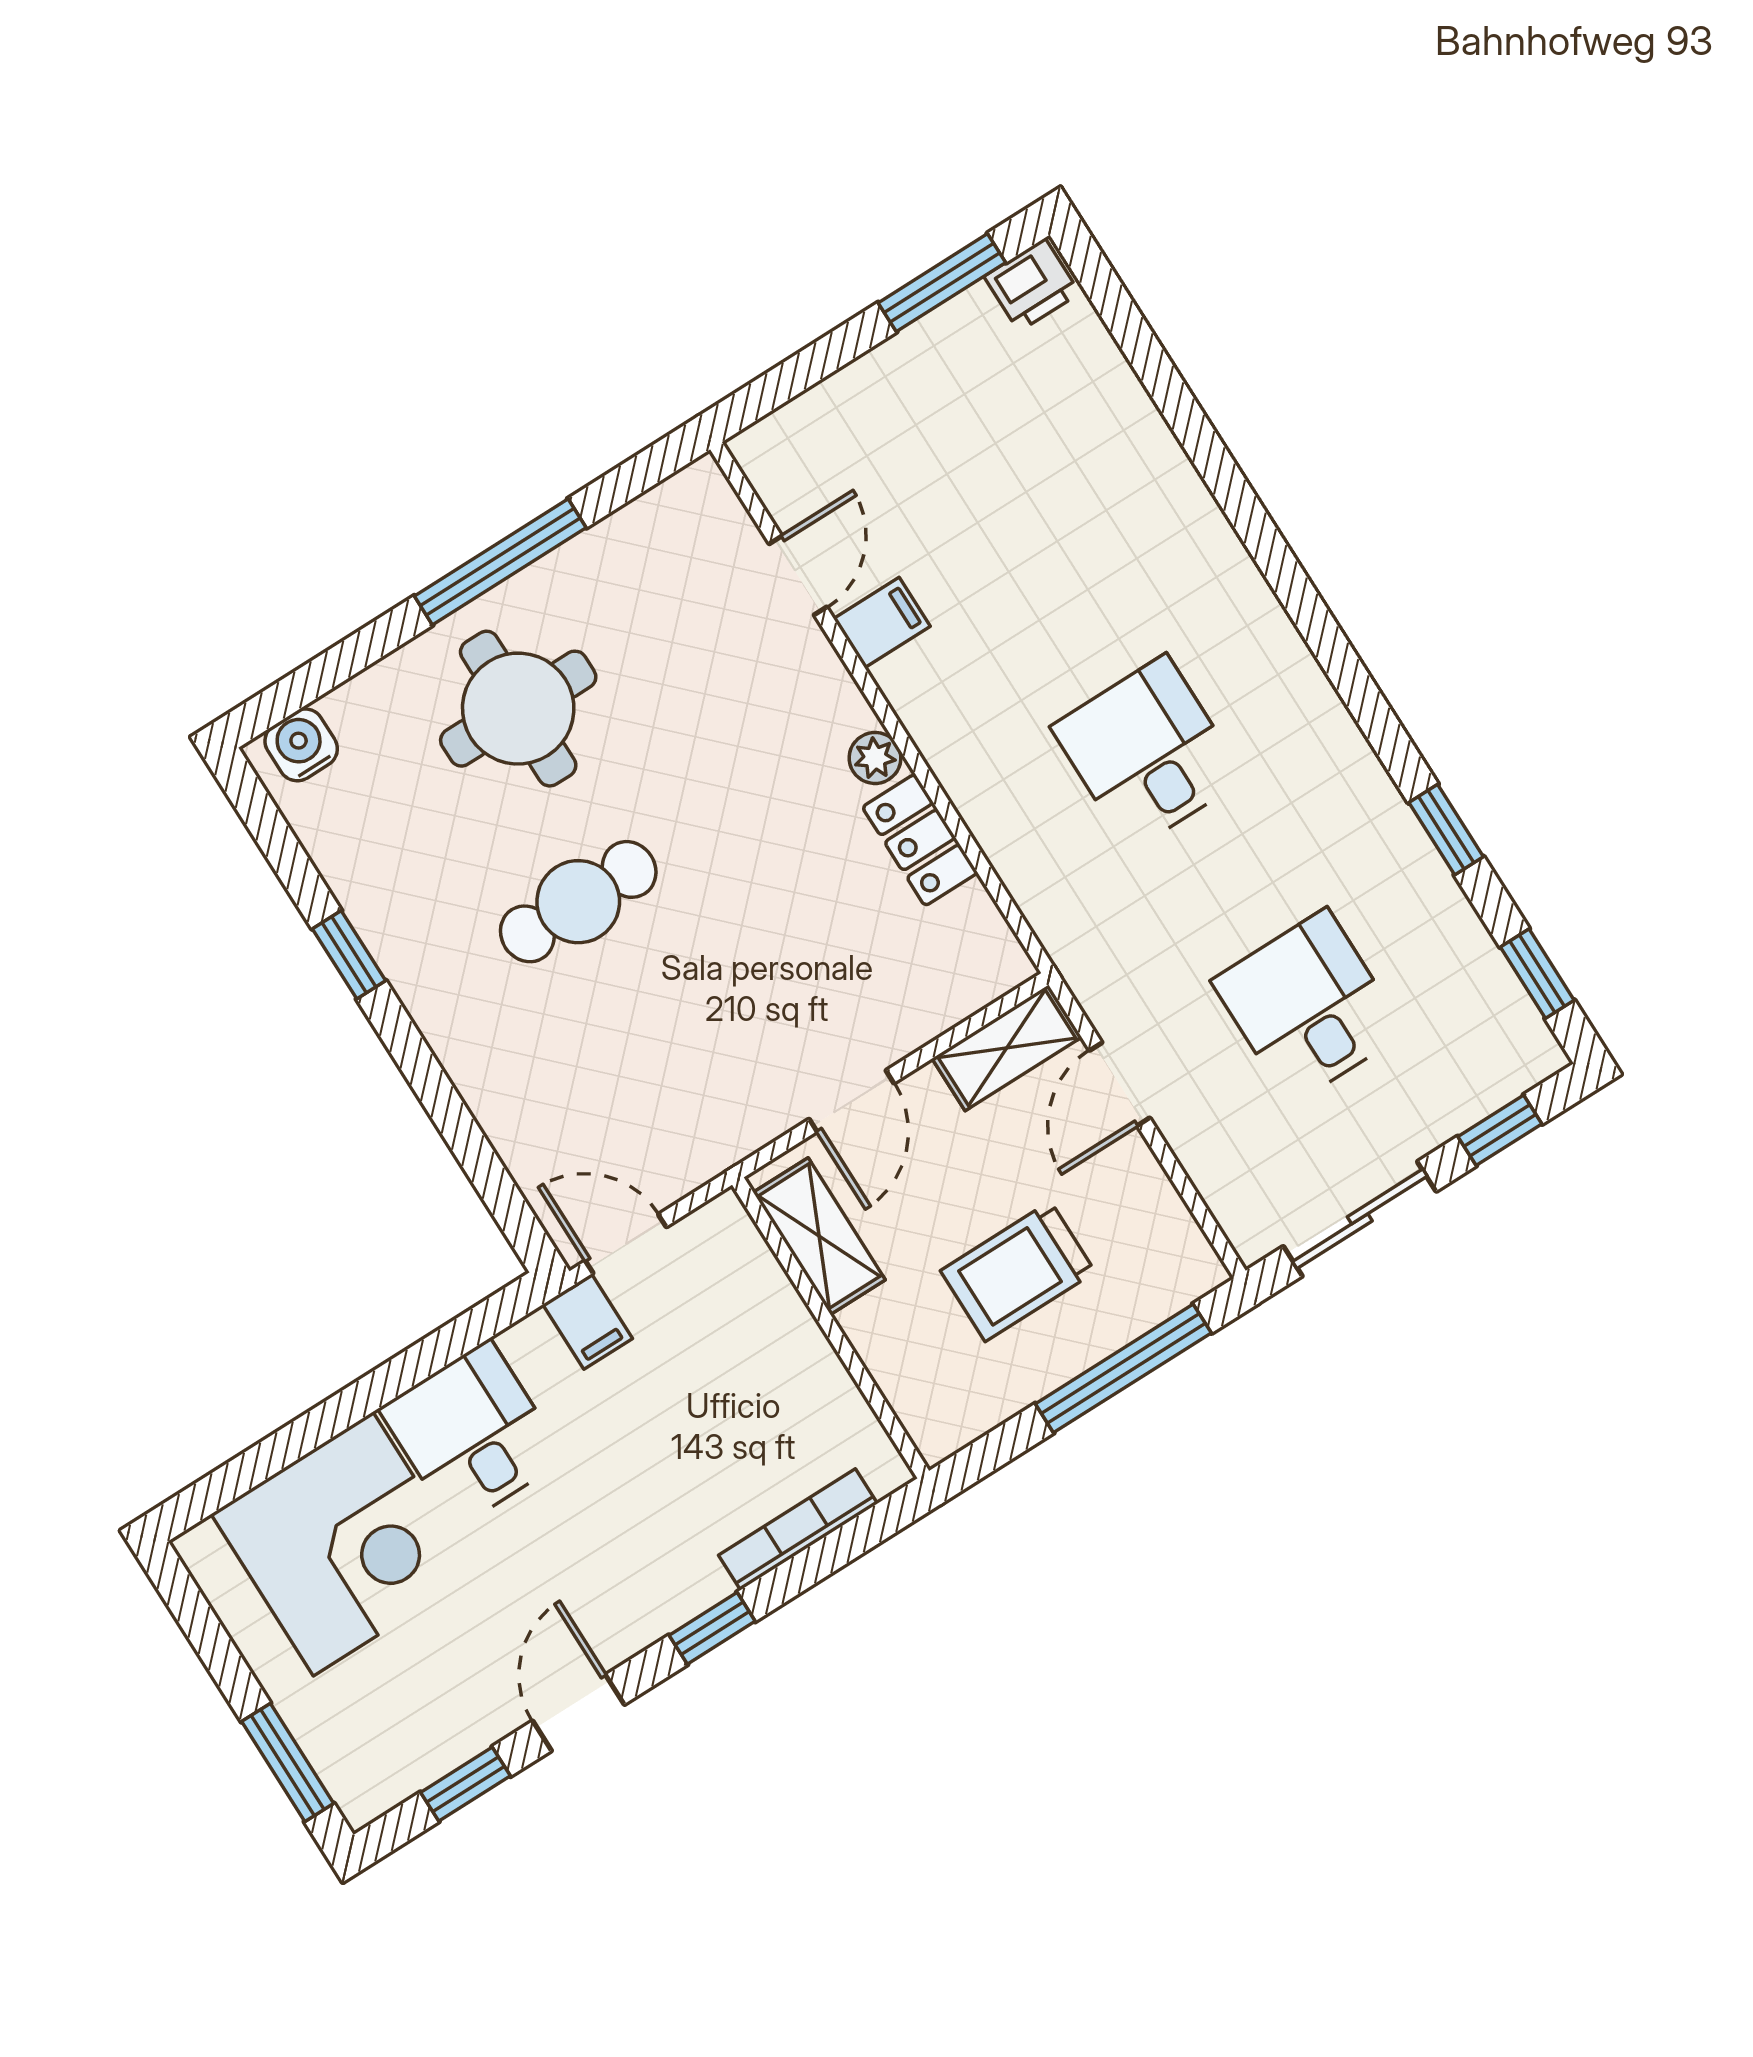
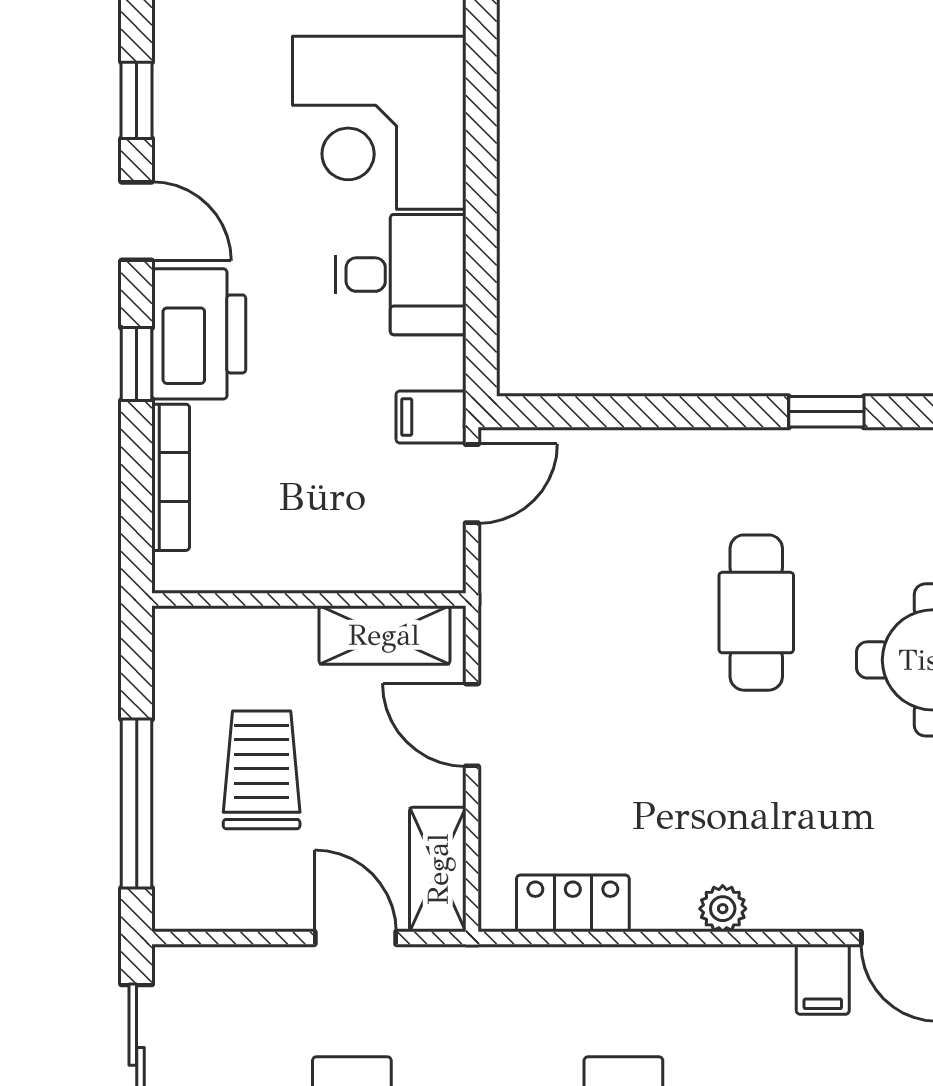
locker: (920, 840) -> (573, 903), moved
printer: (647, 1588) -> (199, 334), added

